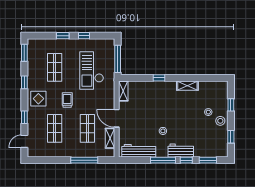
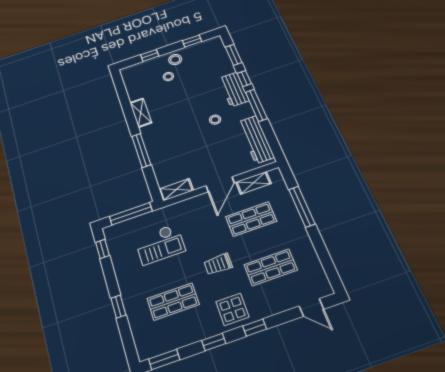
window: (84, 36) -> (102, 249), moved
checkout: (92, 70) -> (160, 244), width x0.73, depth x0.83
window: (159, 78) -> (141, 150), width x2.17
window: (24, 117) -> (255, 328), moved

